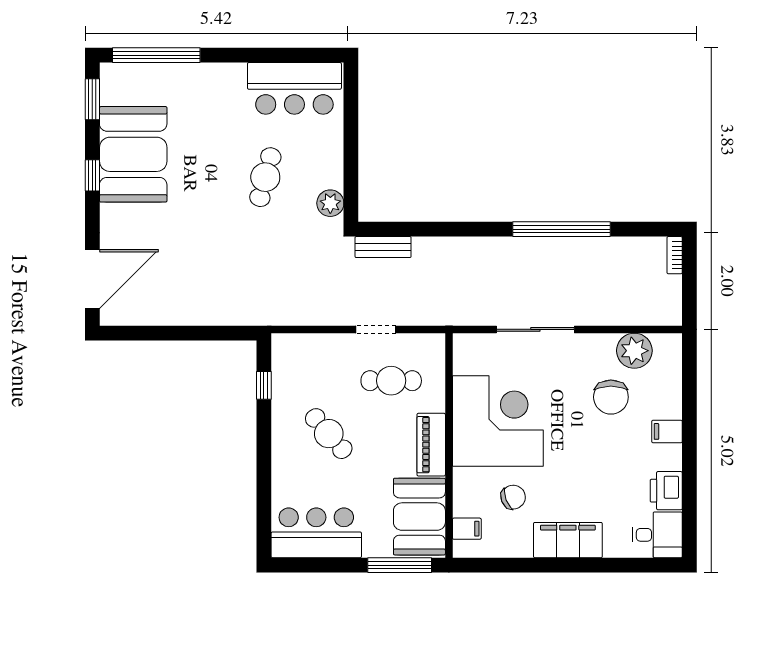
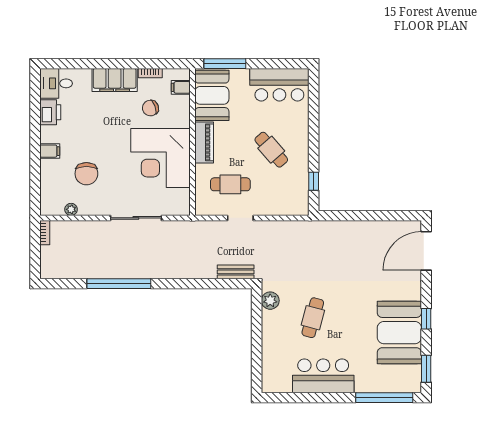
bar counter: (294, 88) -> (323, 376), moved
bookcase: (675, 255) -> (45, 233), moved
plant: (634, 351) -> (71, 209), width x0.53, depth x0.53
chair: (611, 397) -> (86, 174), turned 180
bookcase: (513, 551) -> (150, 73), added

